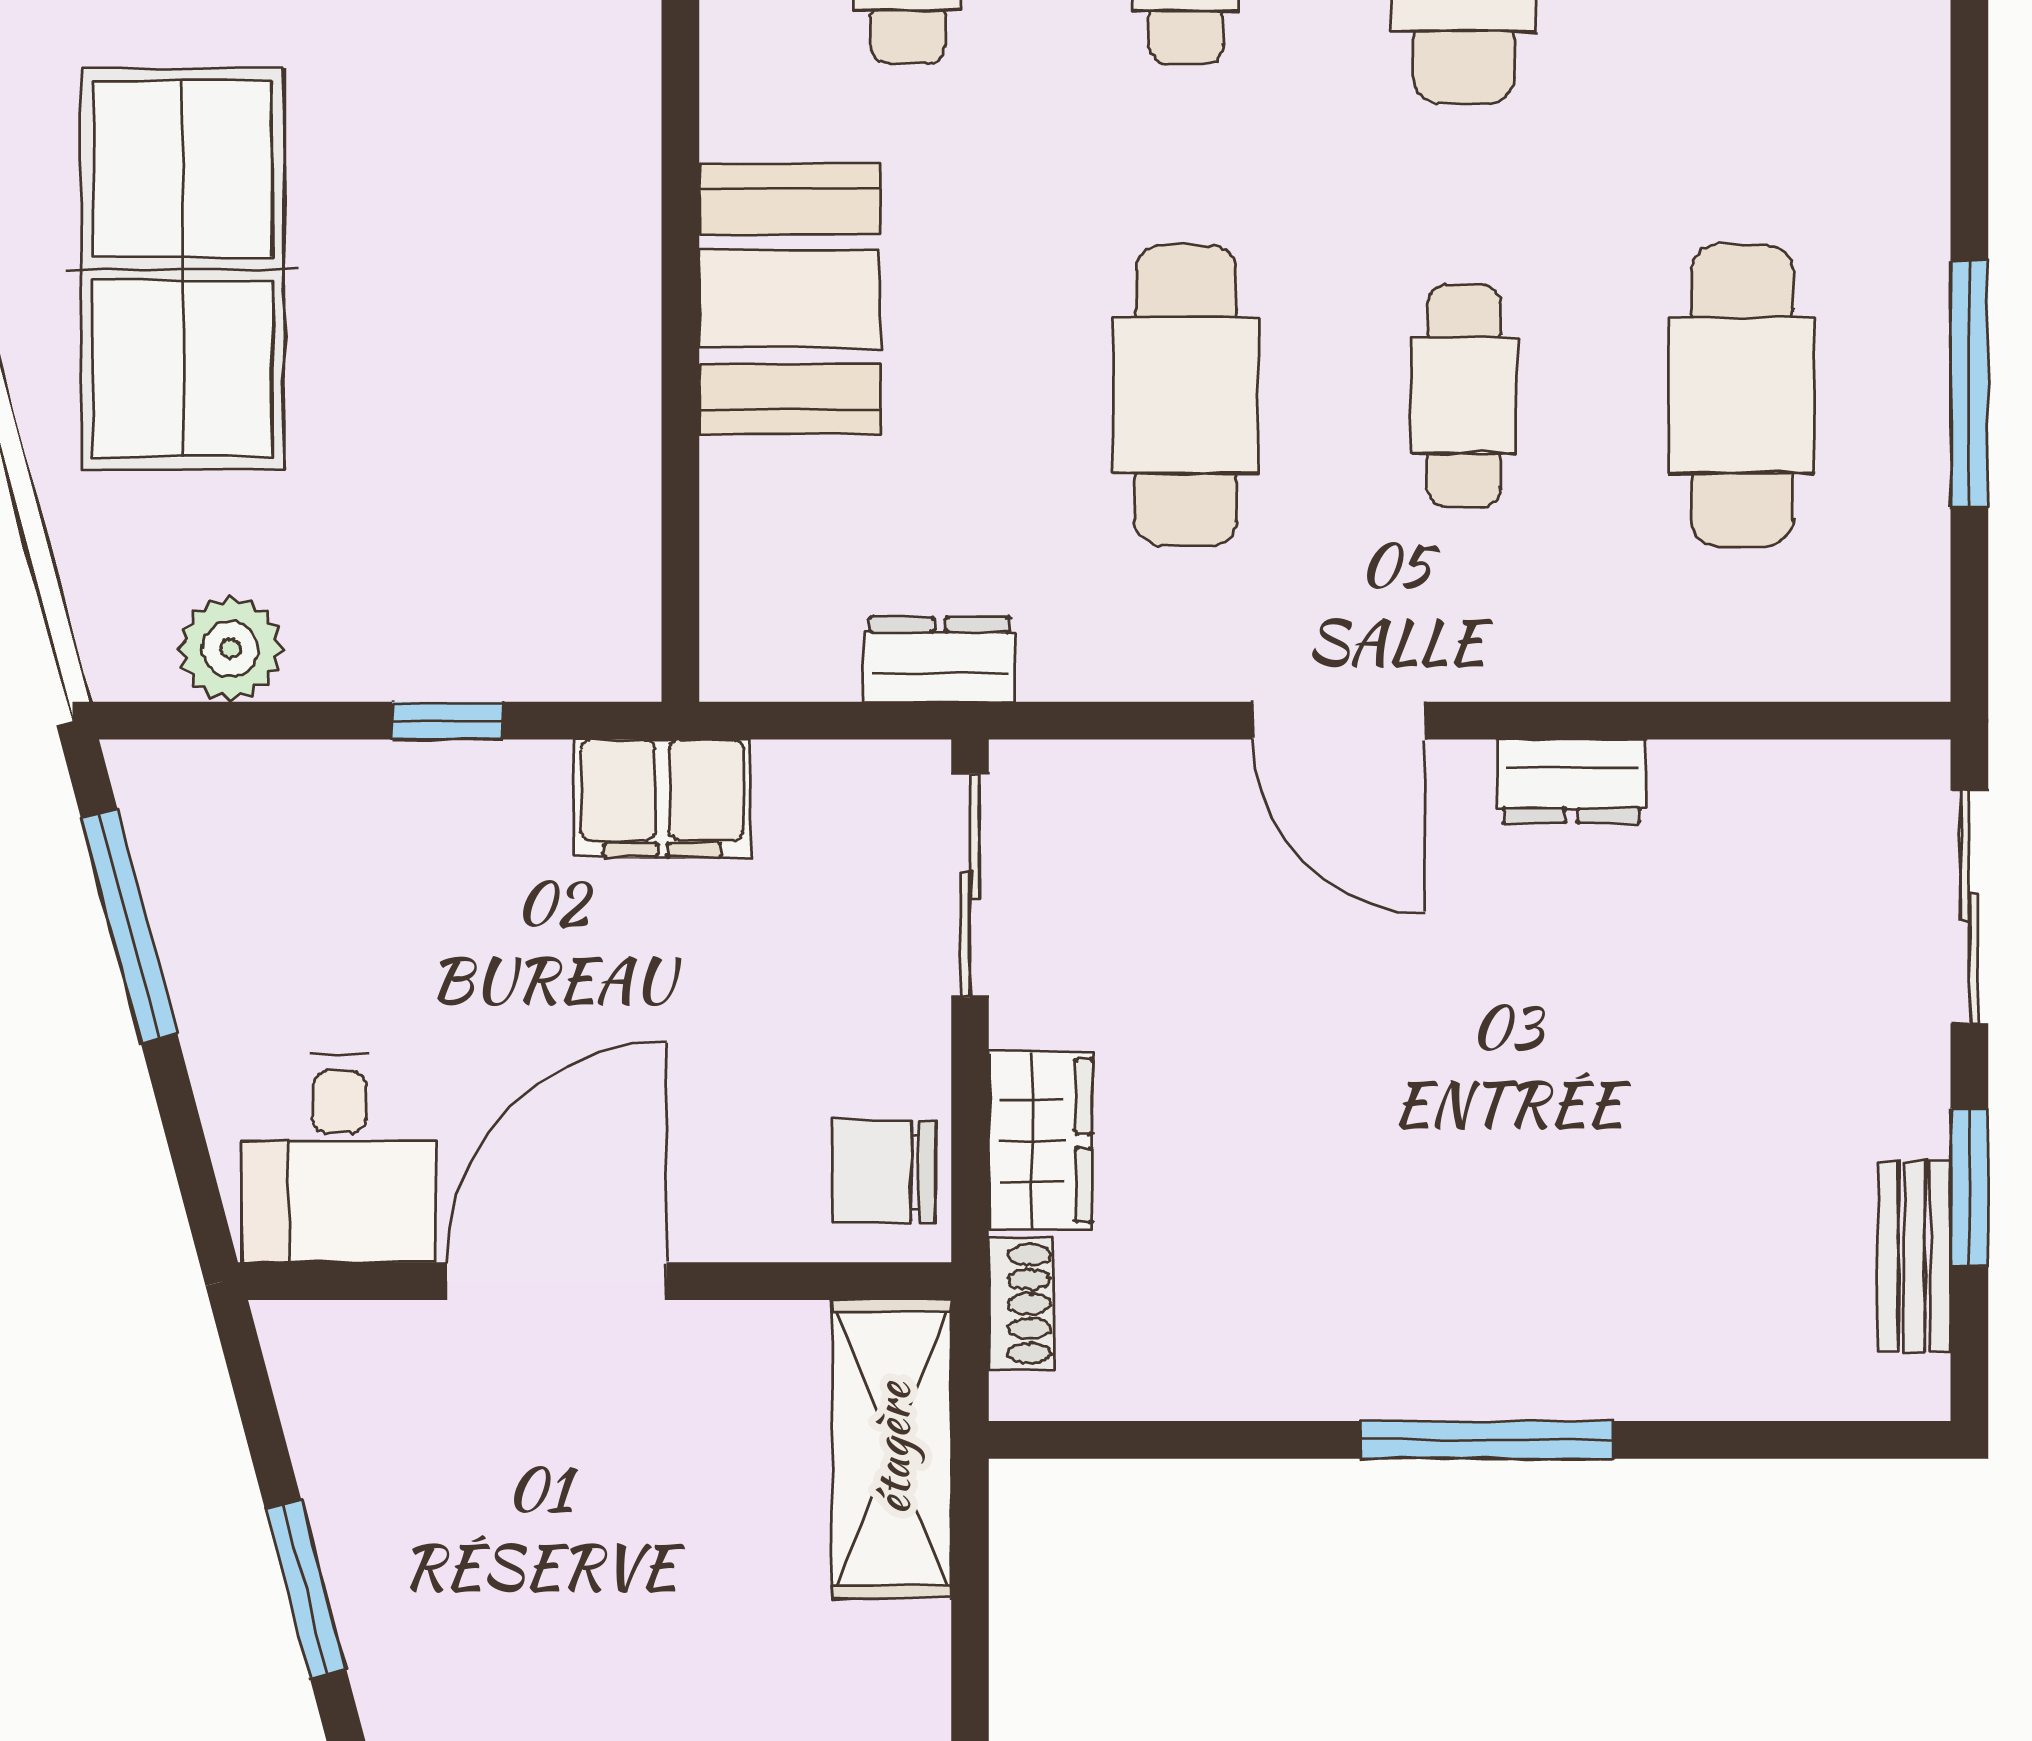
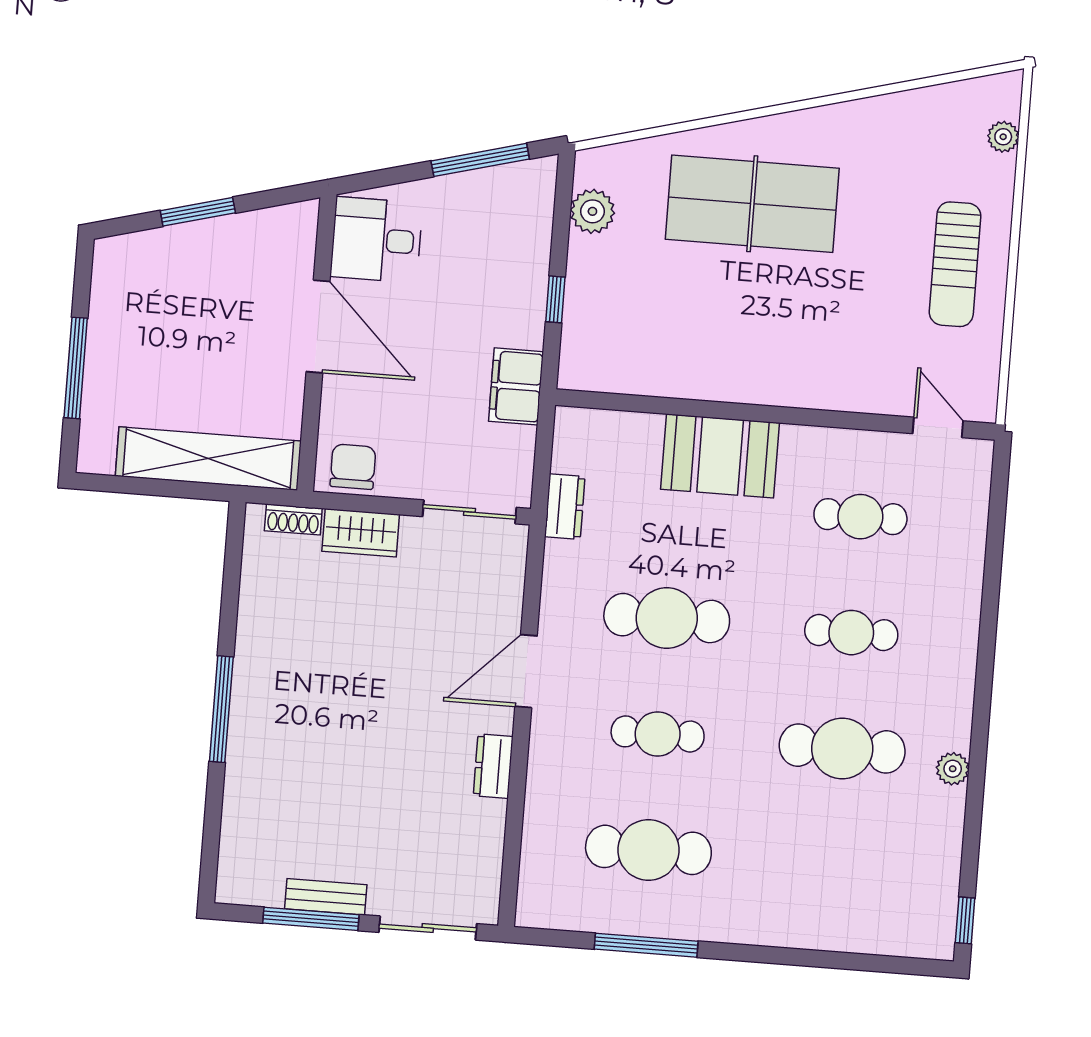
window: (1969, 1187) -> (311, 919), width x1.44
bench: (1914, 1257) -> (326, 897), moved
shelving: (892, 1449) -> (208, 459), width x1.47

